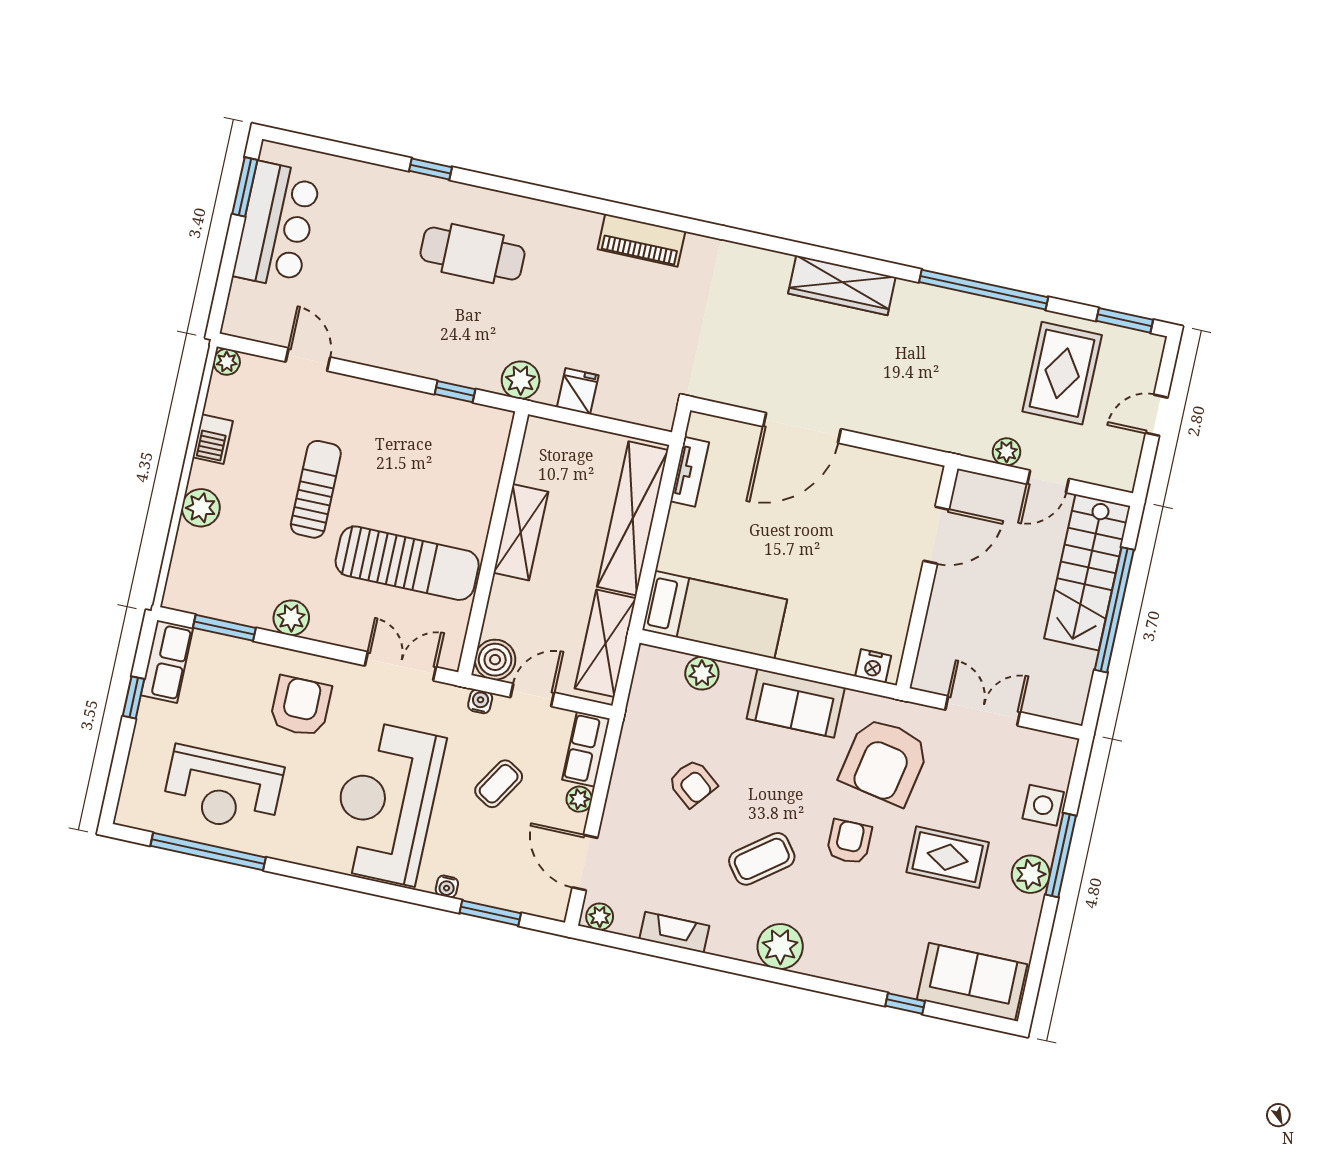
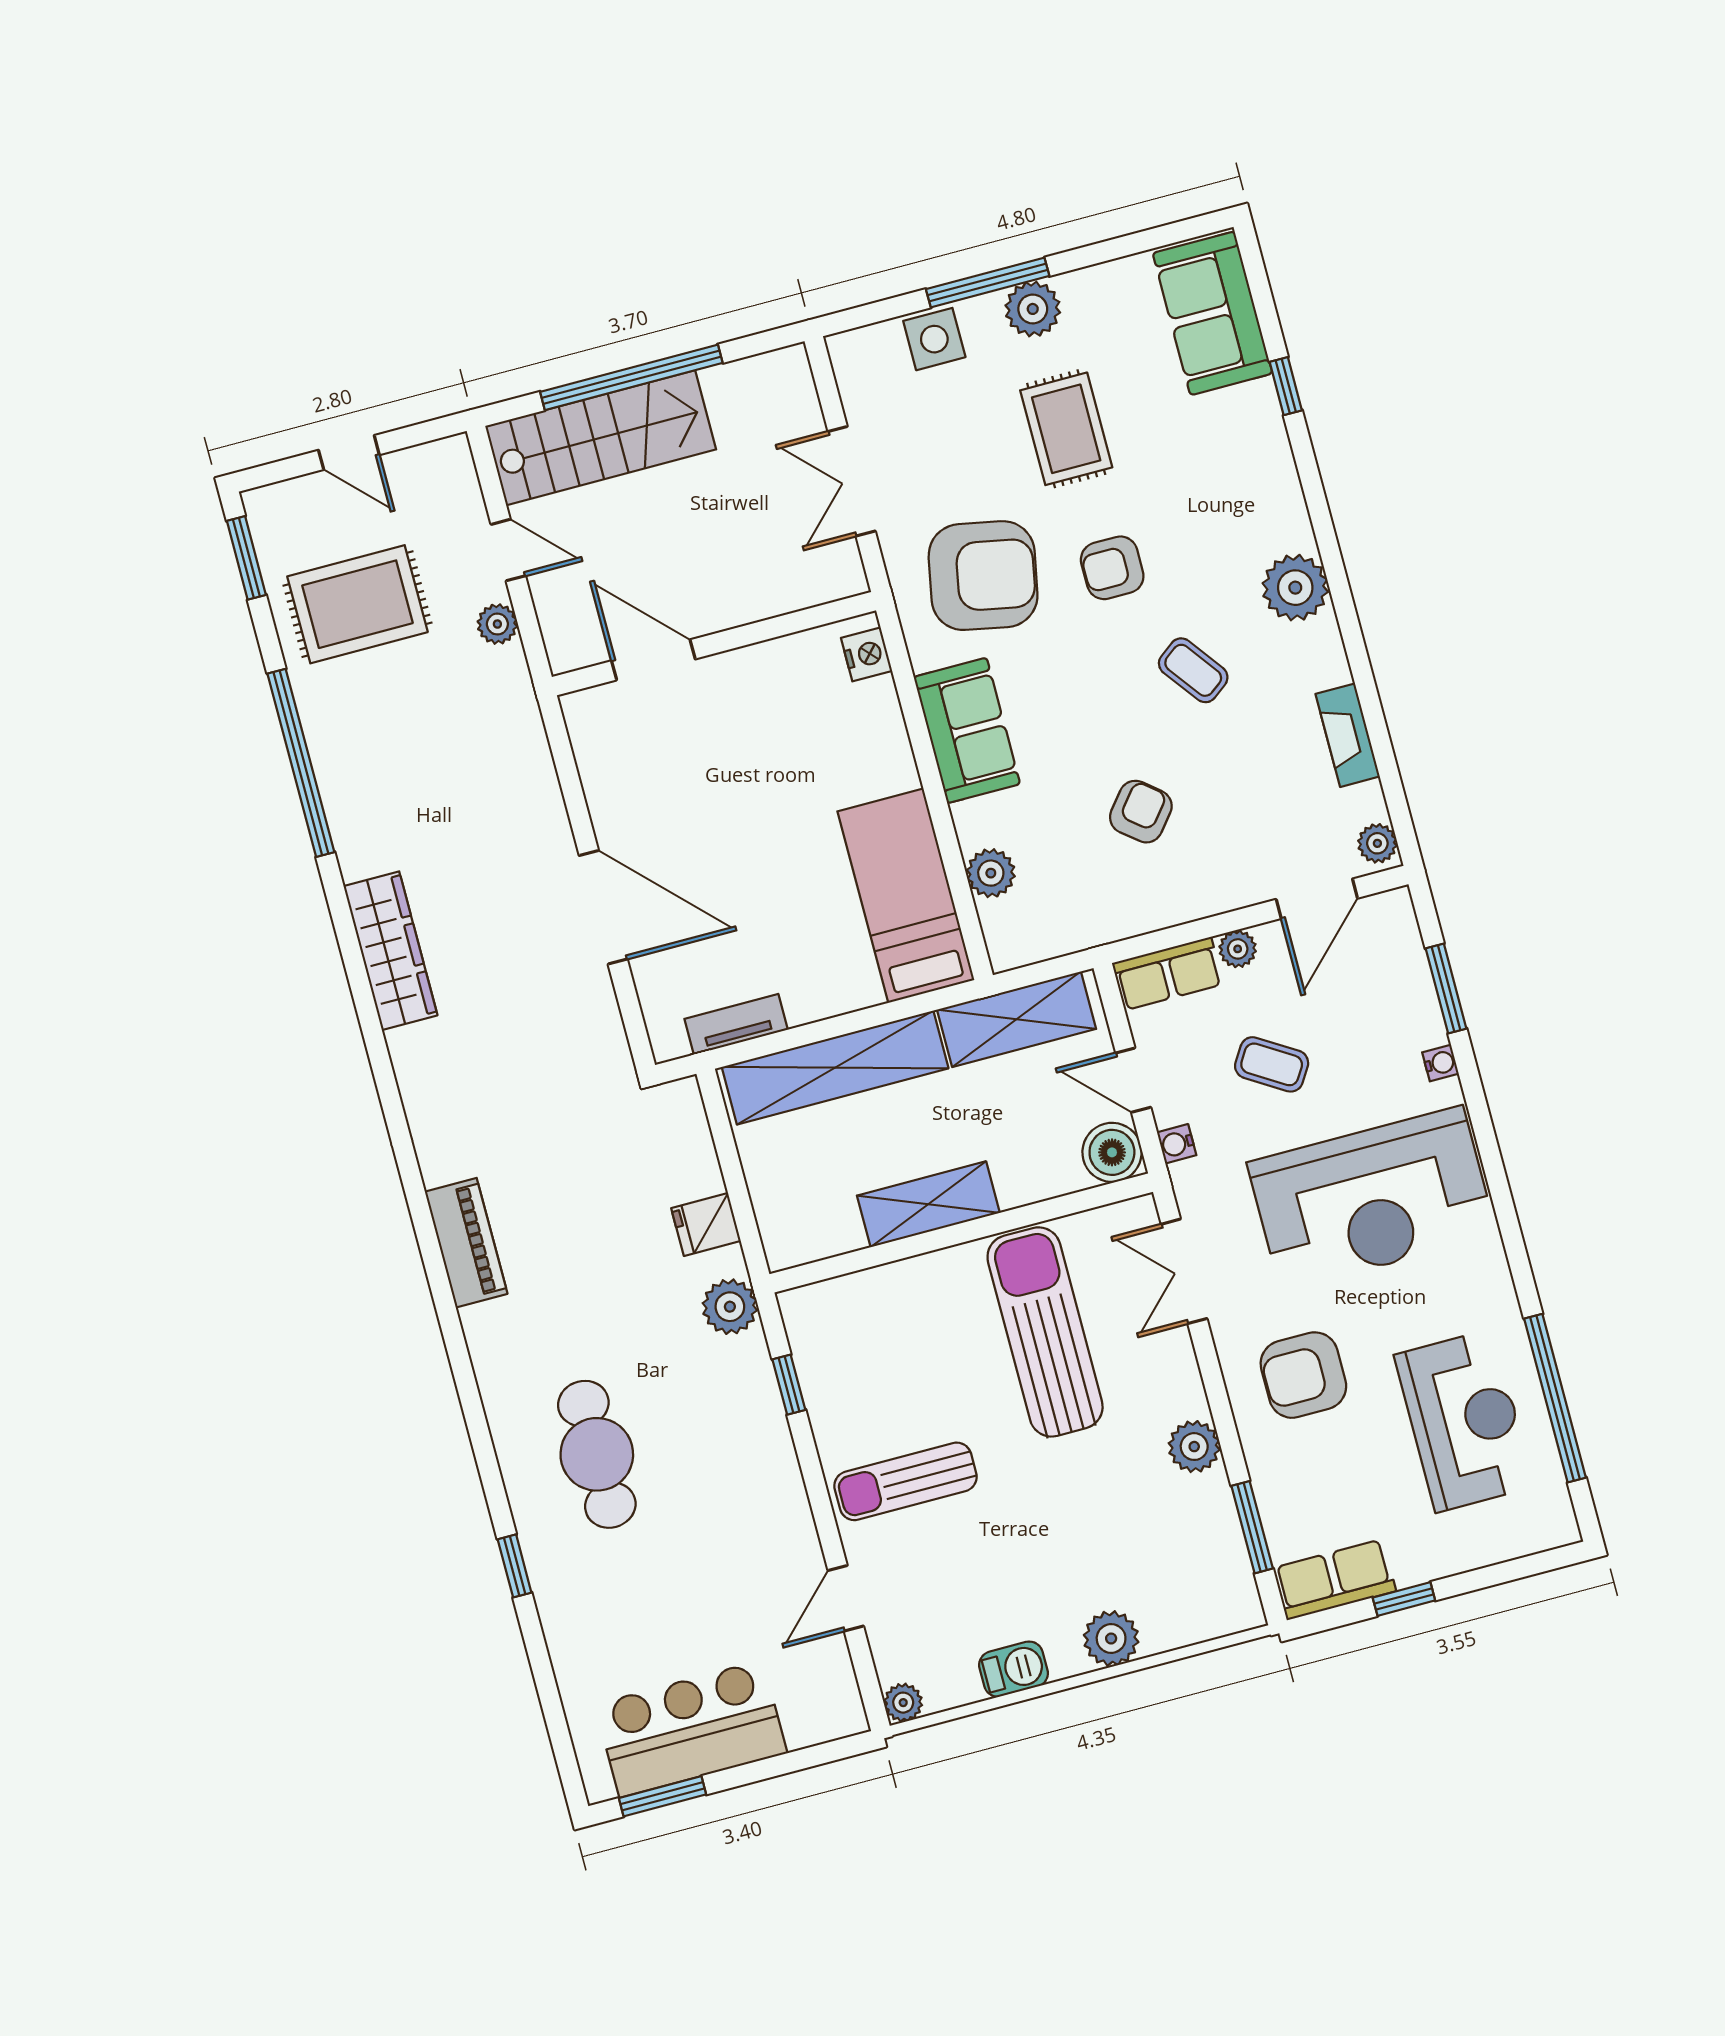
sun lounger: (316, 489) -> (906, 1481), moved
coffee table: (762, 859) -> (1193, 670), width x0.73, depth x0.77

